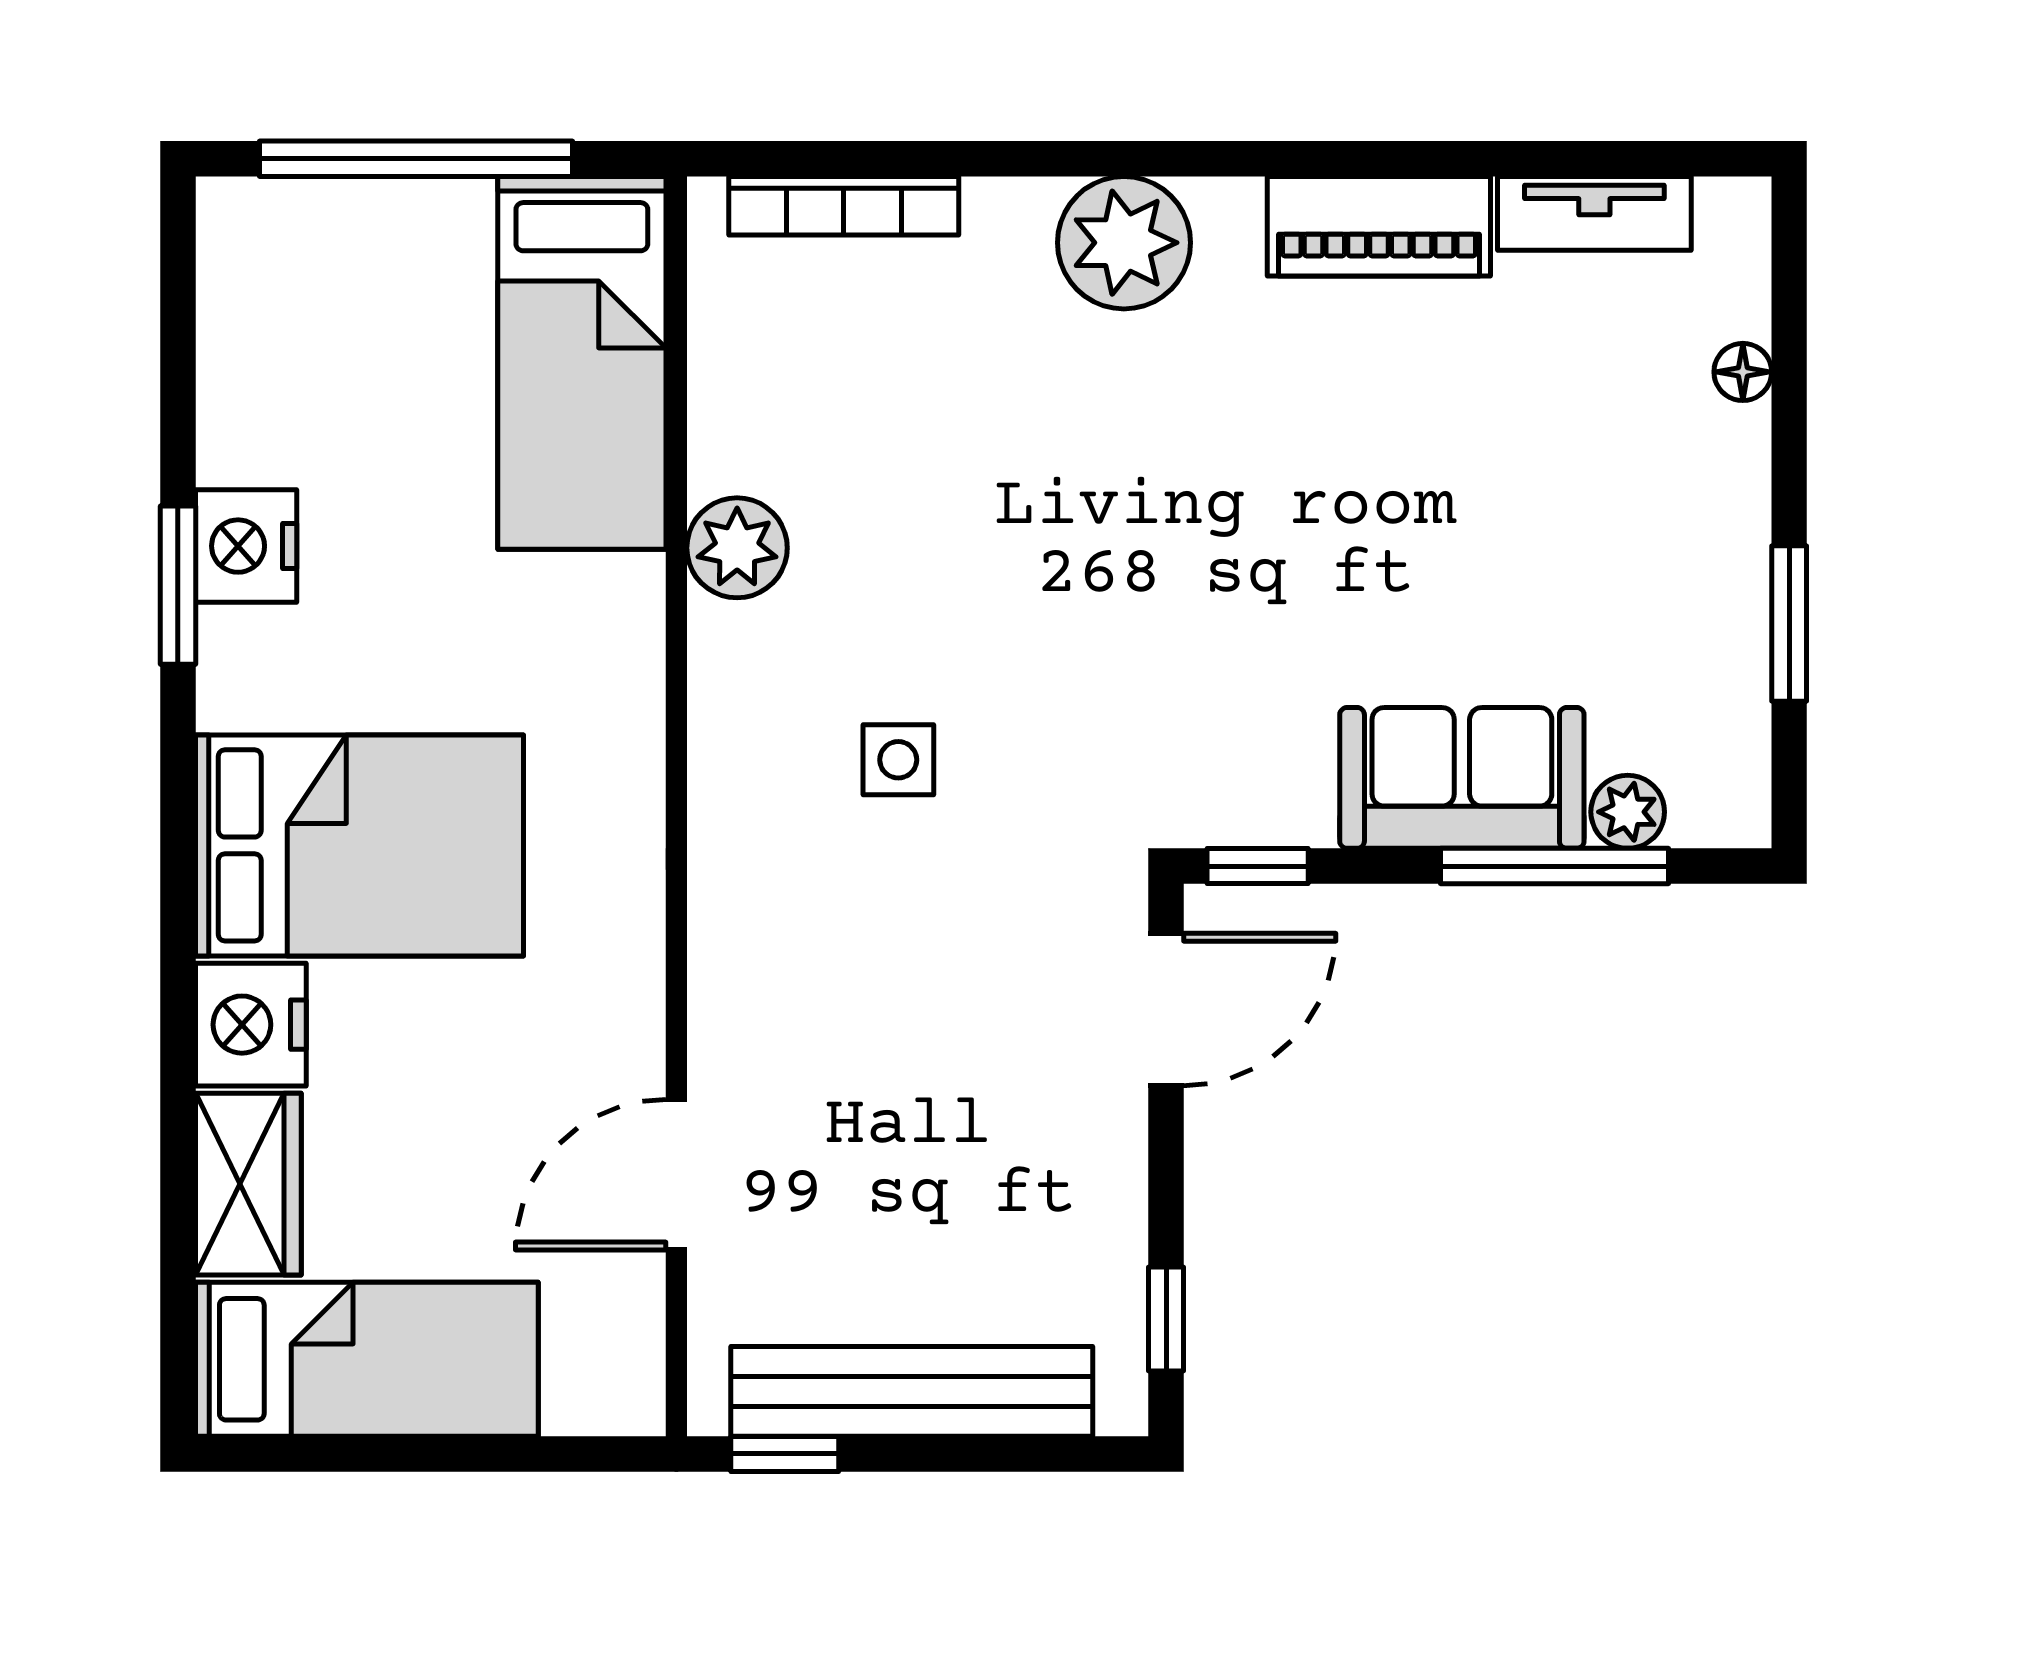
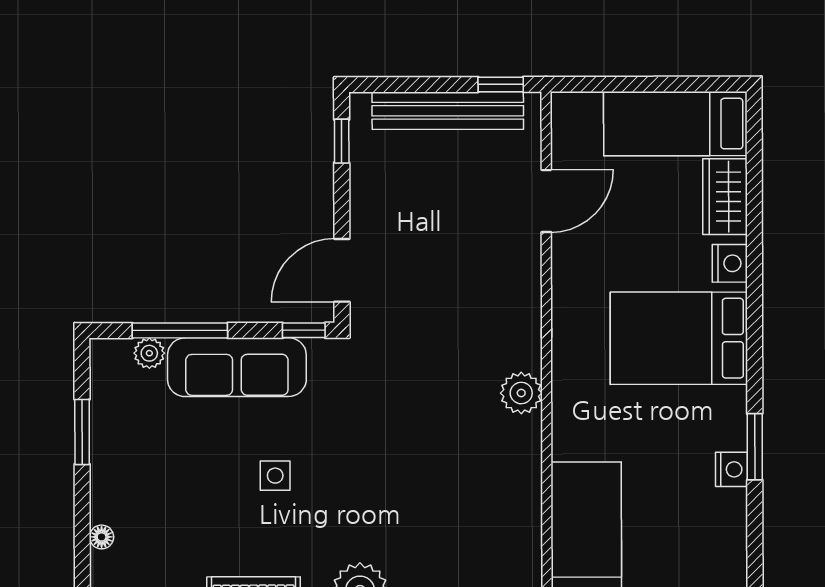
nightstand: (246, 546) -> (732, 469), width x0.74, depth x0.75
plant: (737, 548) -> (521, 393), moved
side table: (898, 760) -> (275, 476), moved
sofa: (1462, 778) -> (237, 367), width x1.36
nightstand: (251, 1025) -> (730, 263), width x0.74, depth x0.75

